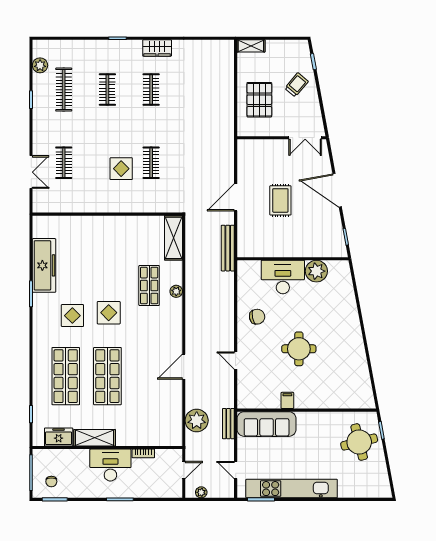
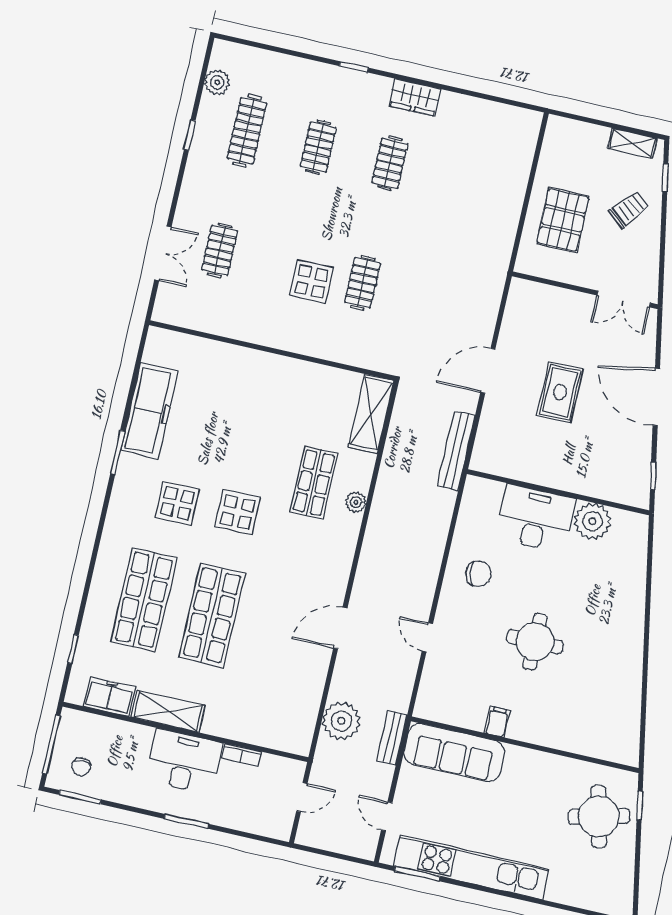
shelving: (251, 46) -> (632, 143), moved
plant: (201, 492) -> (322, 840), removed

